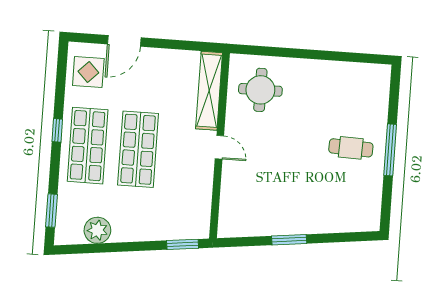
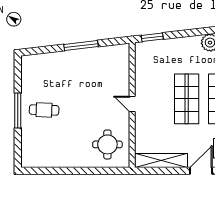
shelving: (209, 91) -> (161, 161), moved, turned 90
window: (289, 240) -> (81, 45), width x1.44

